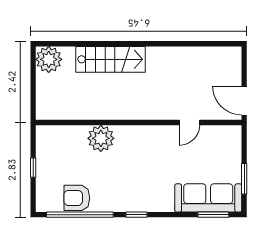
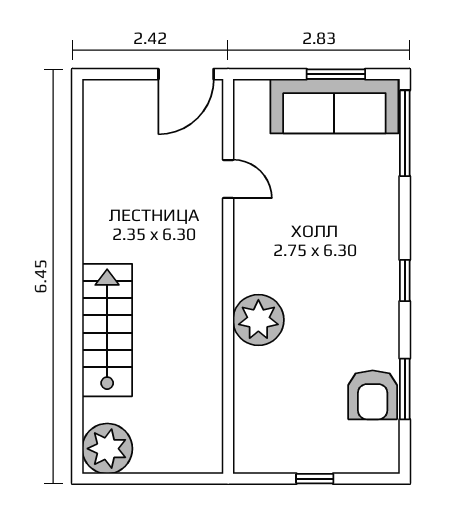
plant: (101, 138) -> (258, 320), moved
sofa: (208, 198) -> (334, 106), moved, turned -90
window: (80, 215) -> (405, 389), width x0.47
window: (213, 215) -> (405, 133), width x1.44

